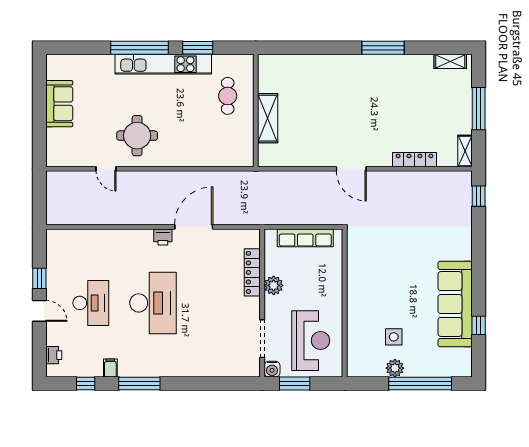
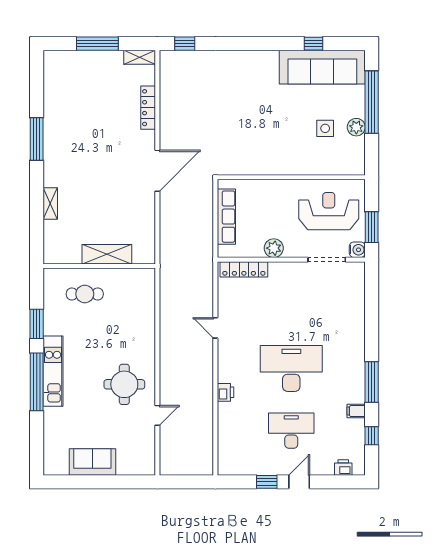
shelving: (450, 61) -> (50, 203), moved
kitchen unit: (163, 64) -> (53, 371), width x0.73
door: (351, 169) -> (157, 171), width x1.36
door: (194, 227) -> (215, 328), width x0.53
printer: (163, 237) -> (226, 392), moved
locker: (252, 272) -> (244, 269), moved
sofa: (455, 304) -> (322, 67), moved

